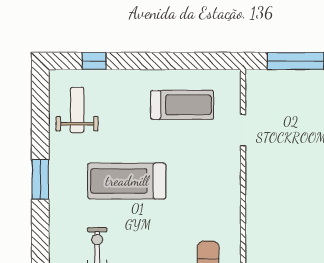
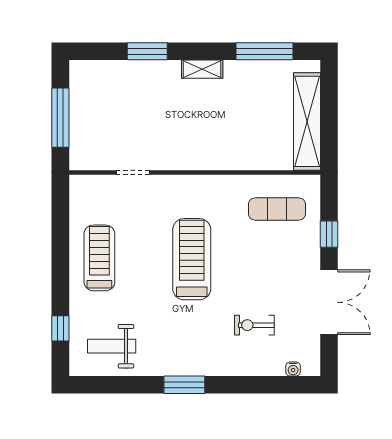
treadmill: (182, 105) -> (99, 258), moved
treadmill: (127, 181) -> (192, 259), moved, turned 180

